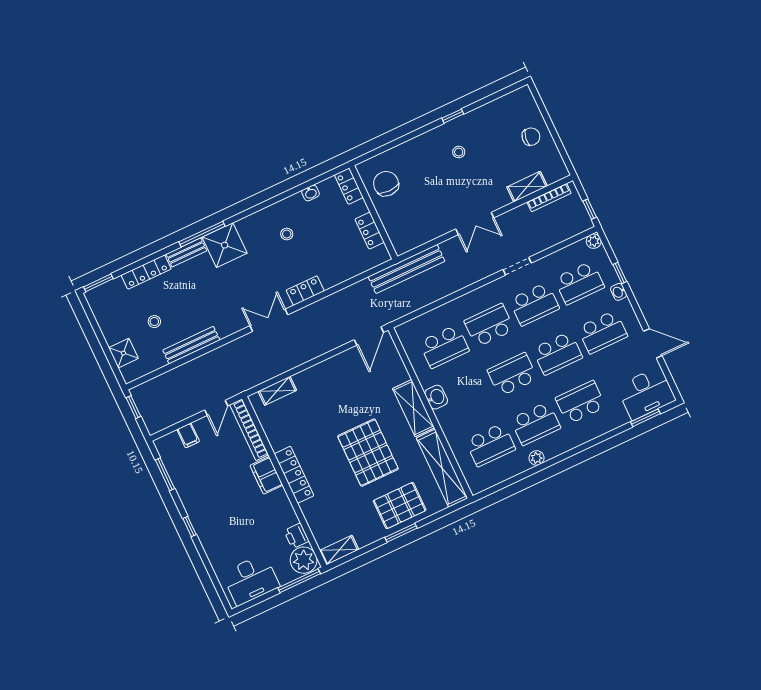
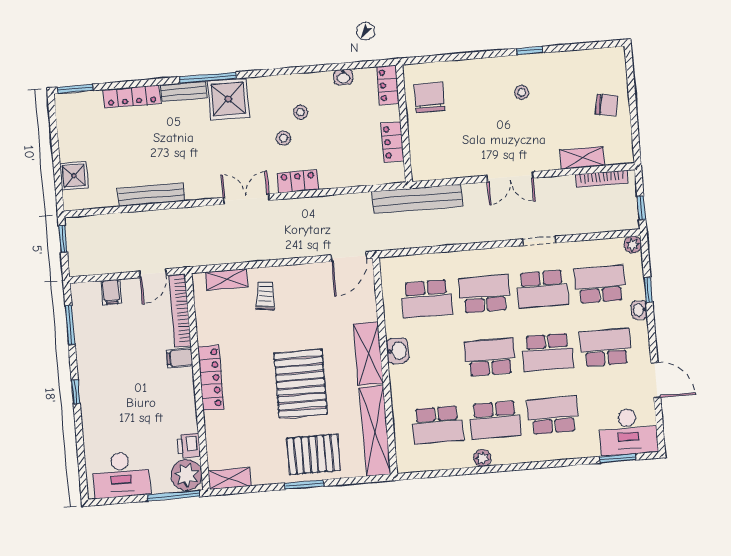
school desk: (579, 283) -> (600, 284), turned 180
stool: (154, 322) -> (283, 138), moved
school desk: (602, 332) -> (606, 347), turned 180
trolley: (313, 392) -> (265, 296), added
filing cabinet: (266, 475) -> (180, 358), width x0.50

